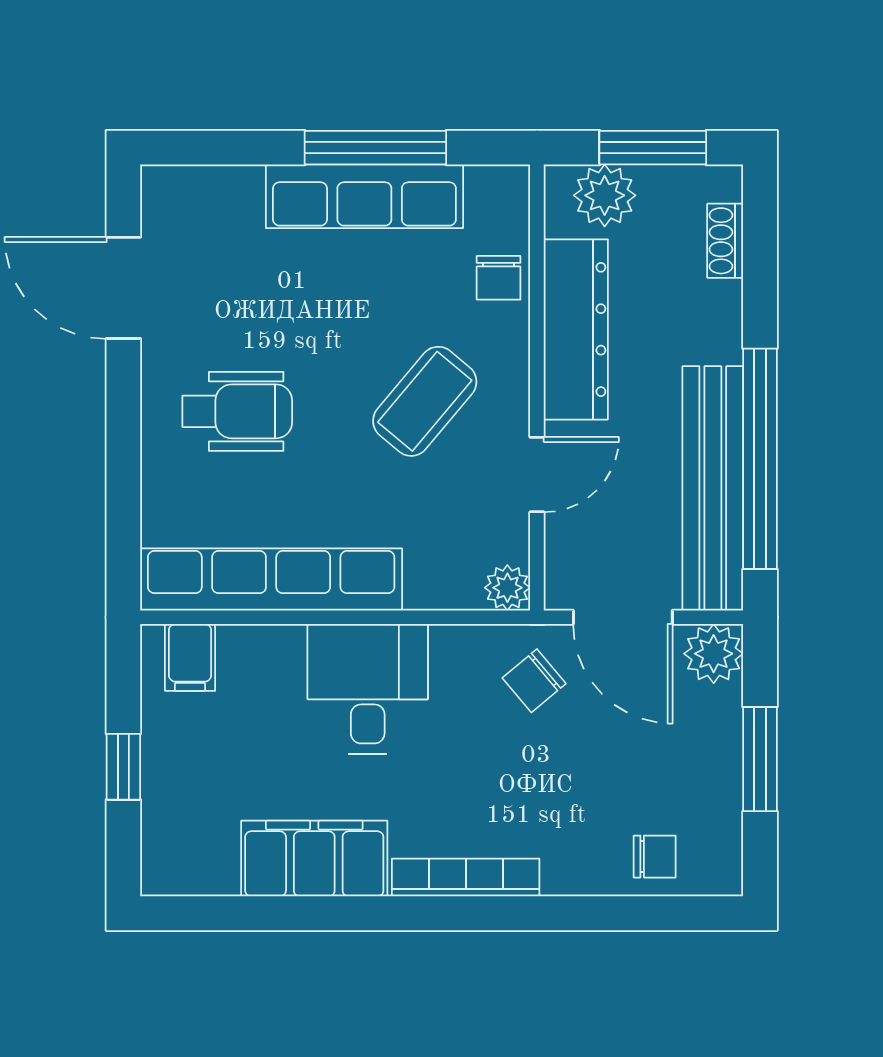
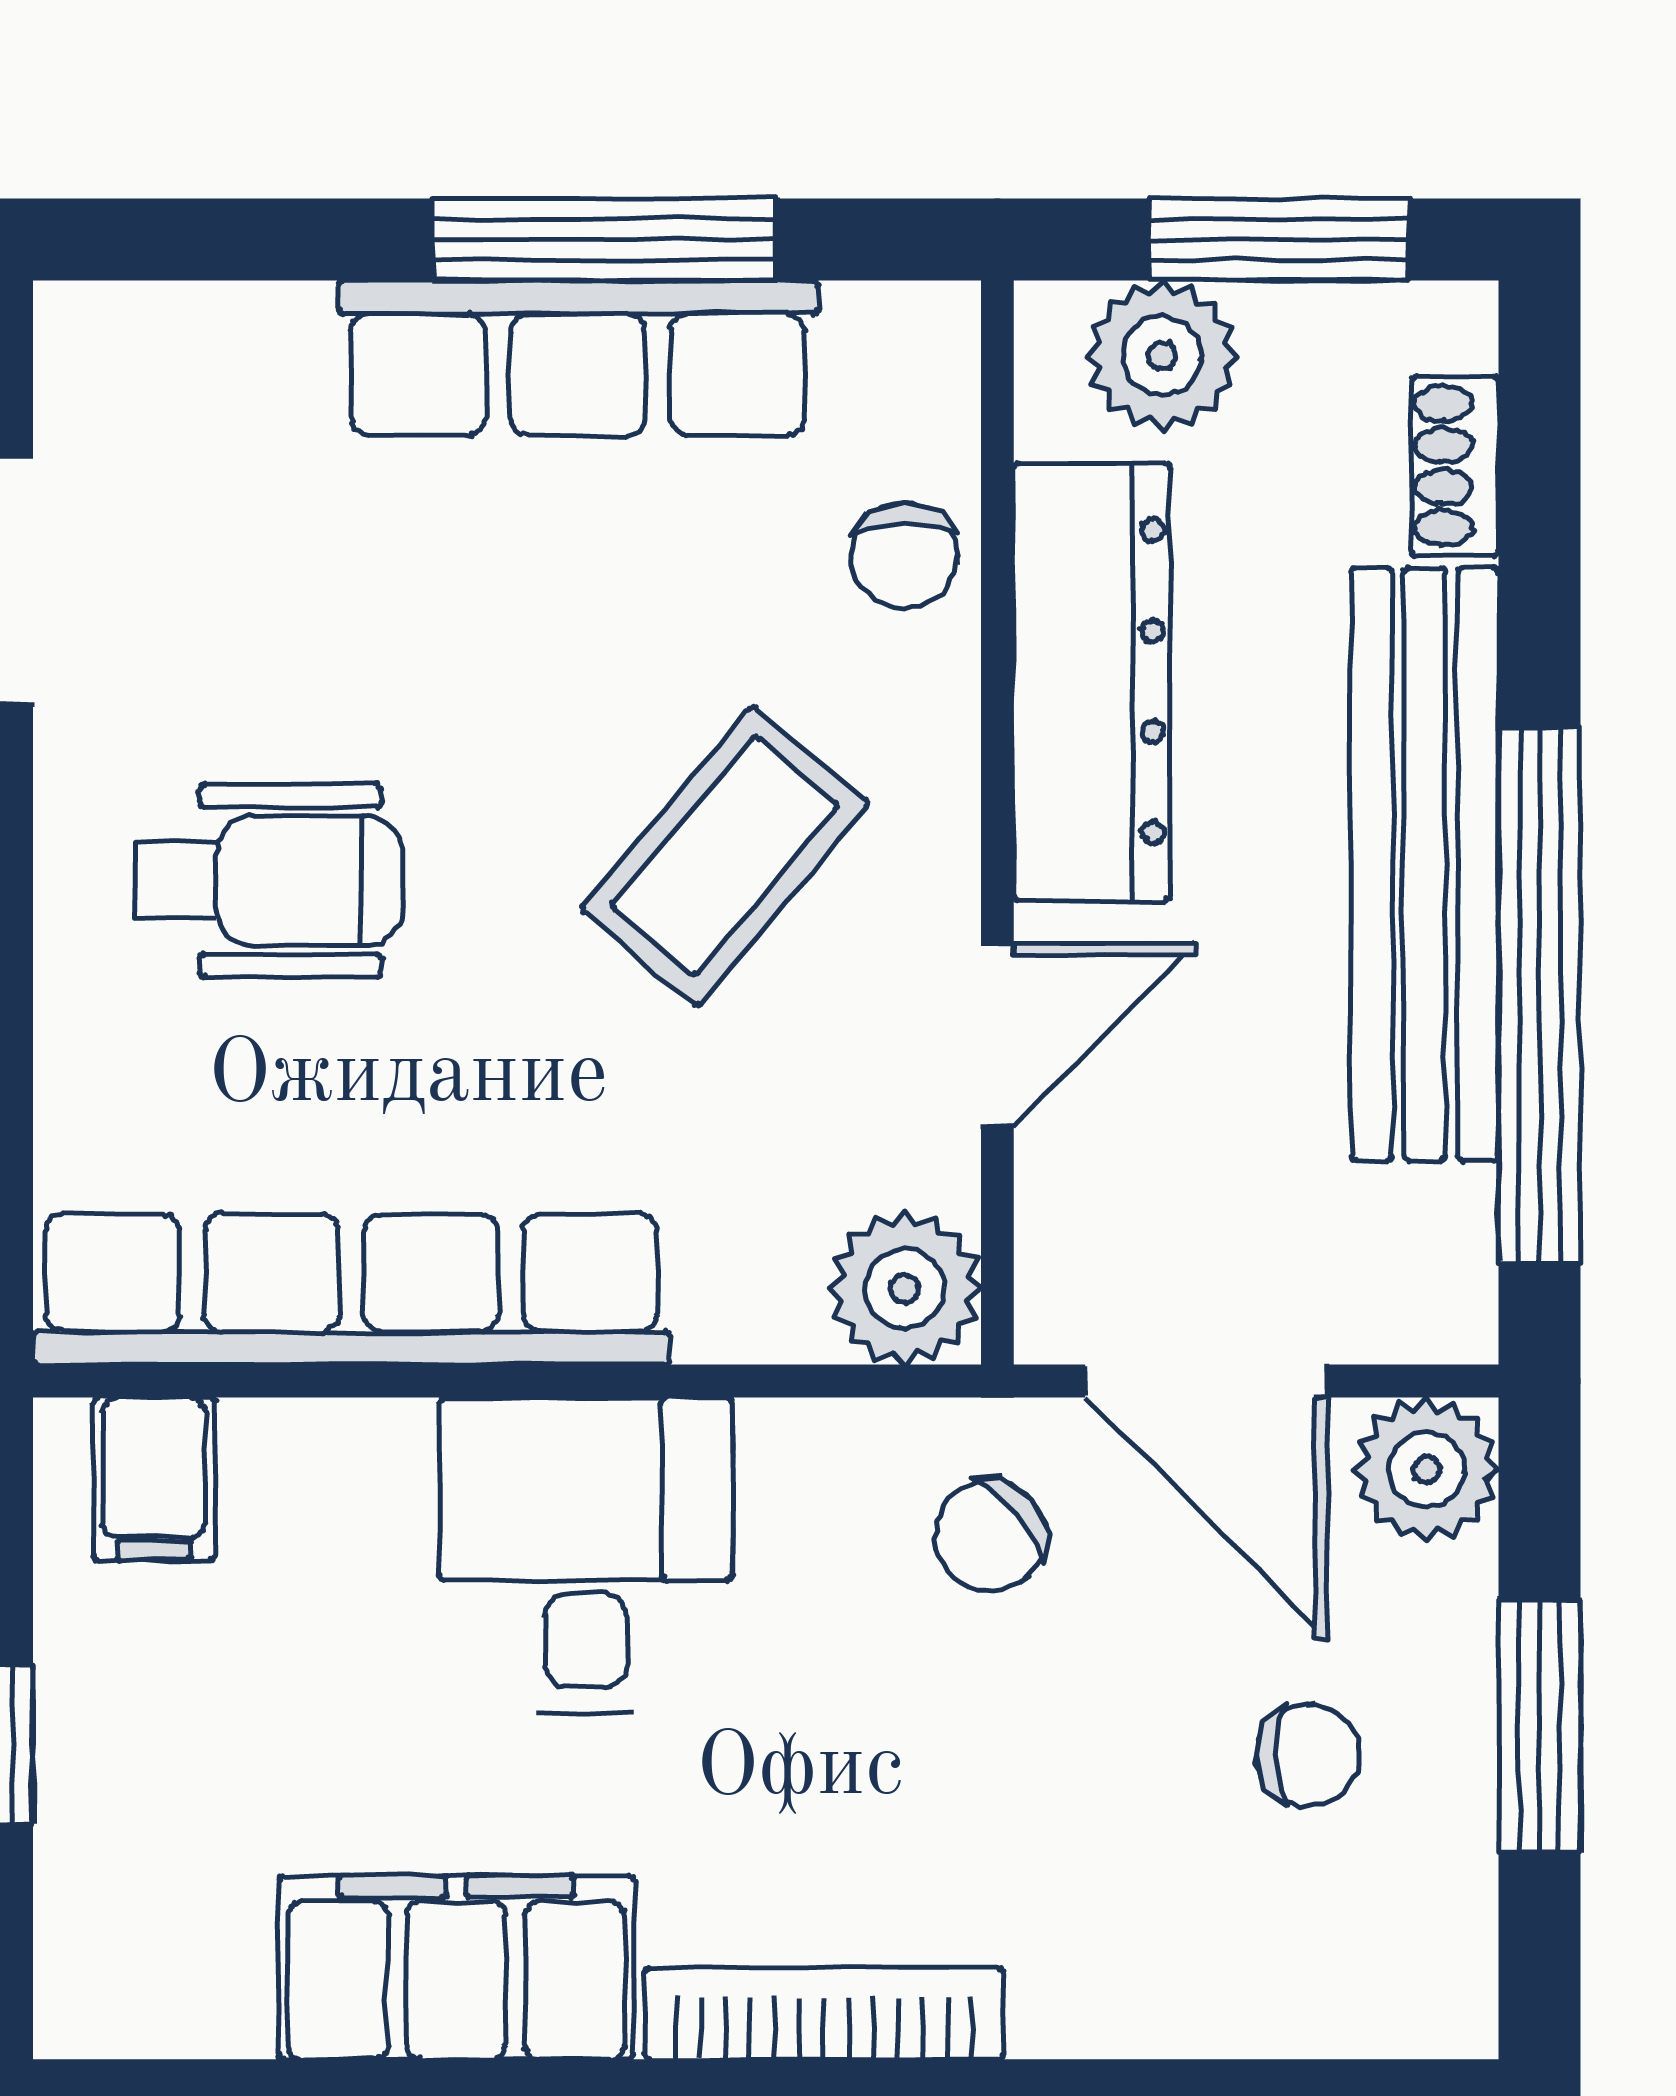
bench: (713, 488) -> (1425, 864), moved
plant: (507, 588) -> (905, 1288), width x1.38, depth x1.38
chair: (655, 857) -> (1308, 1756), moved

